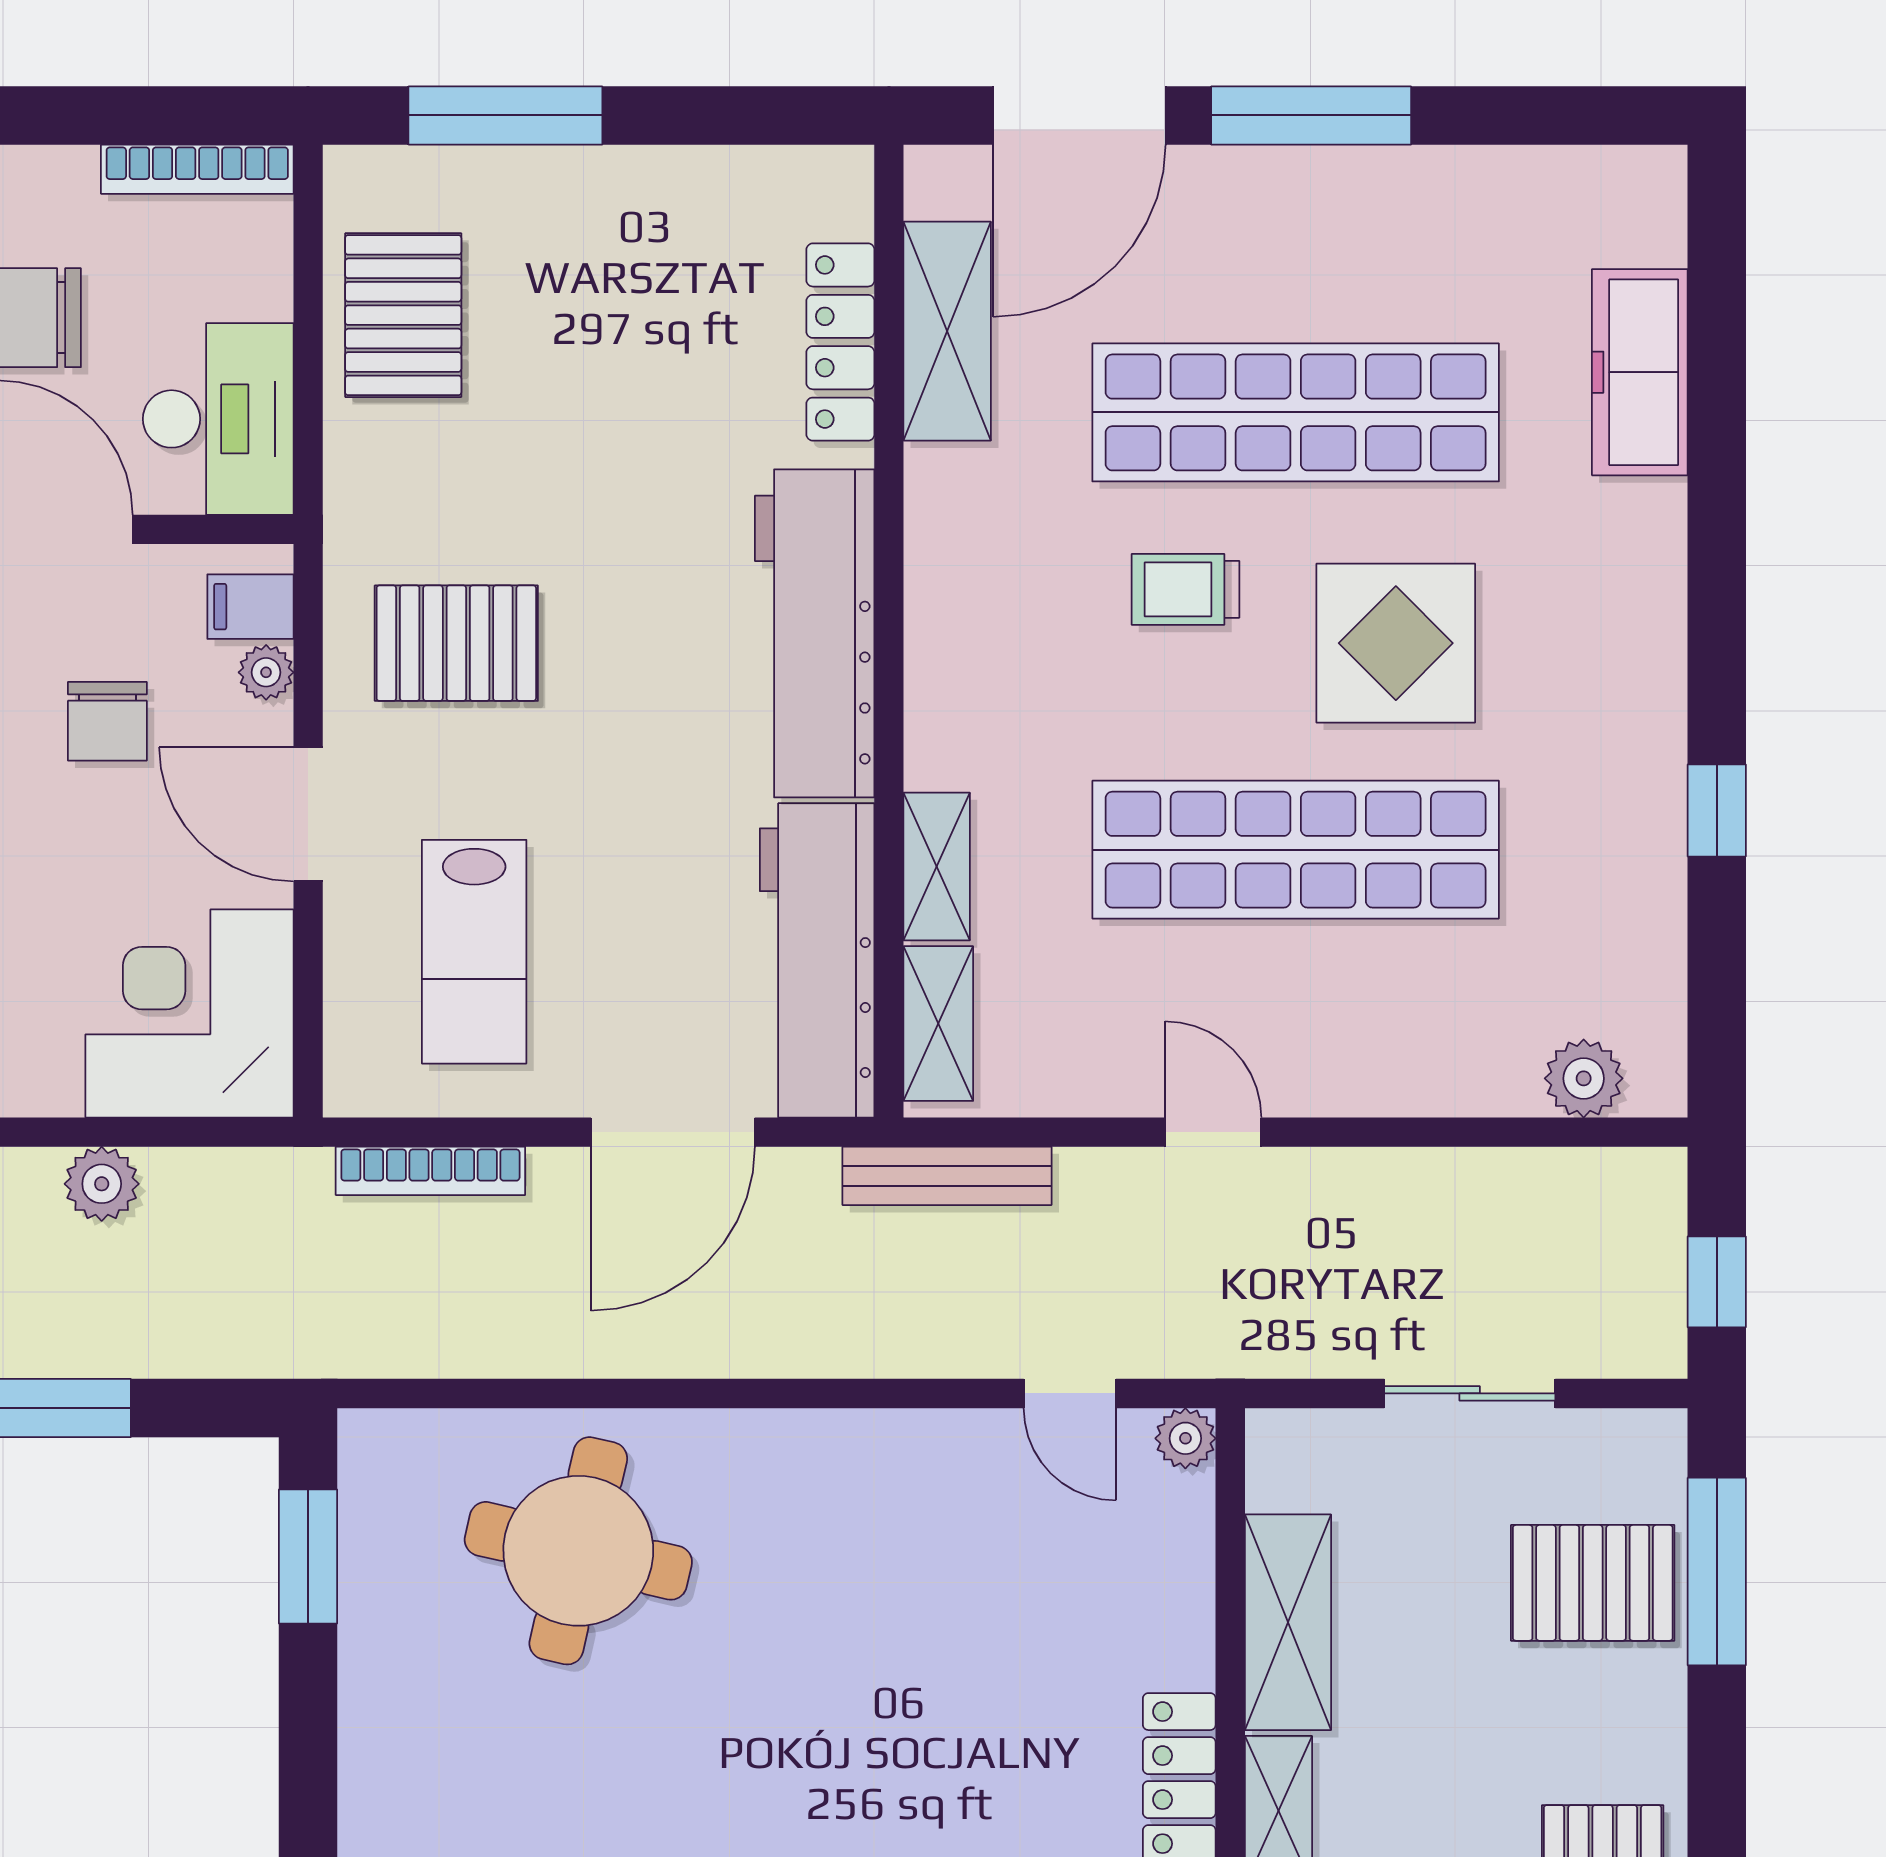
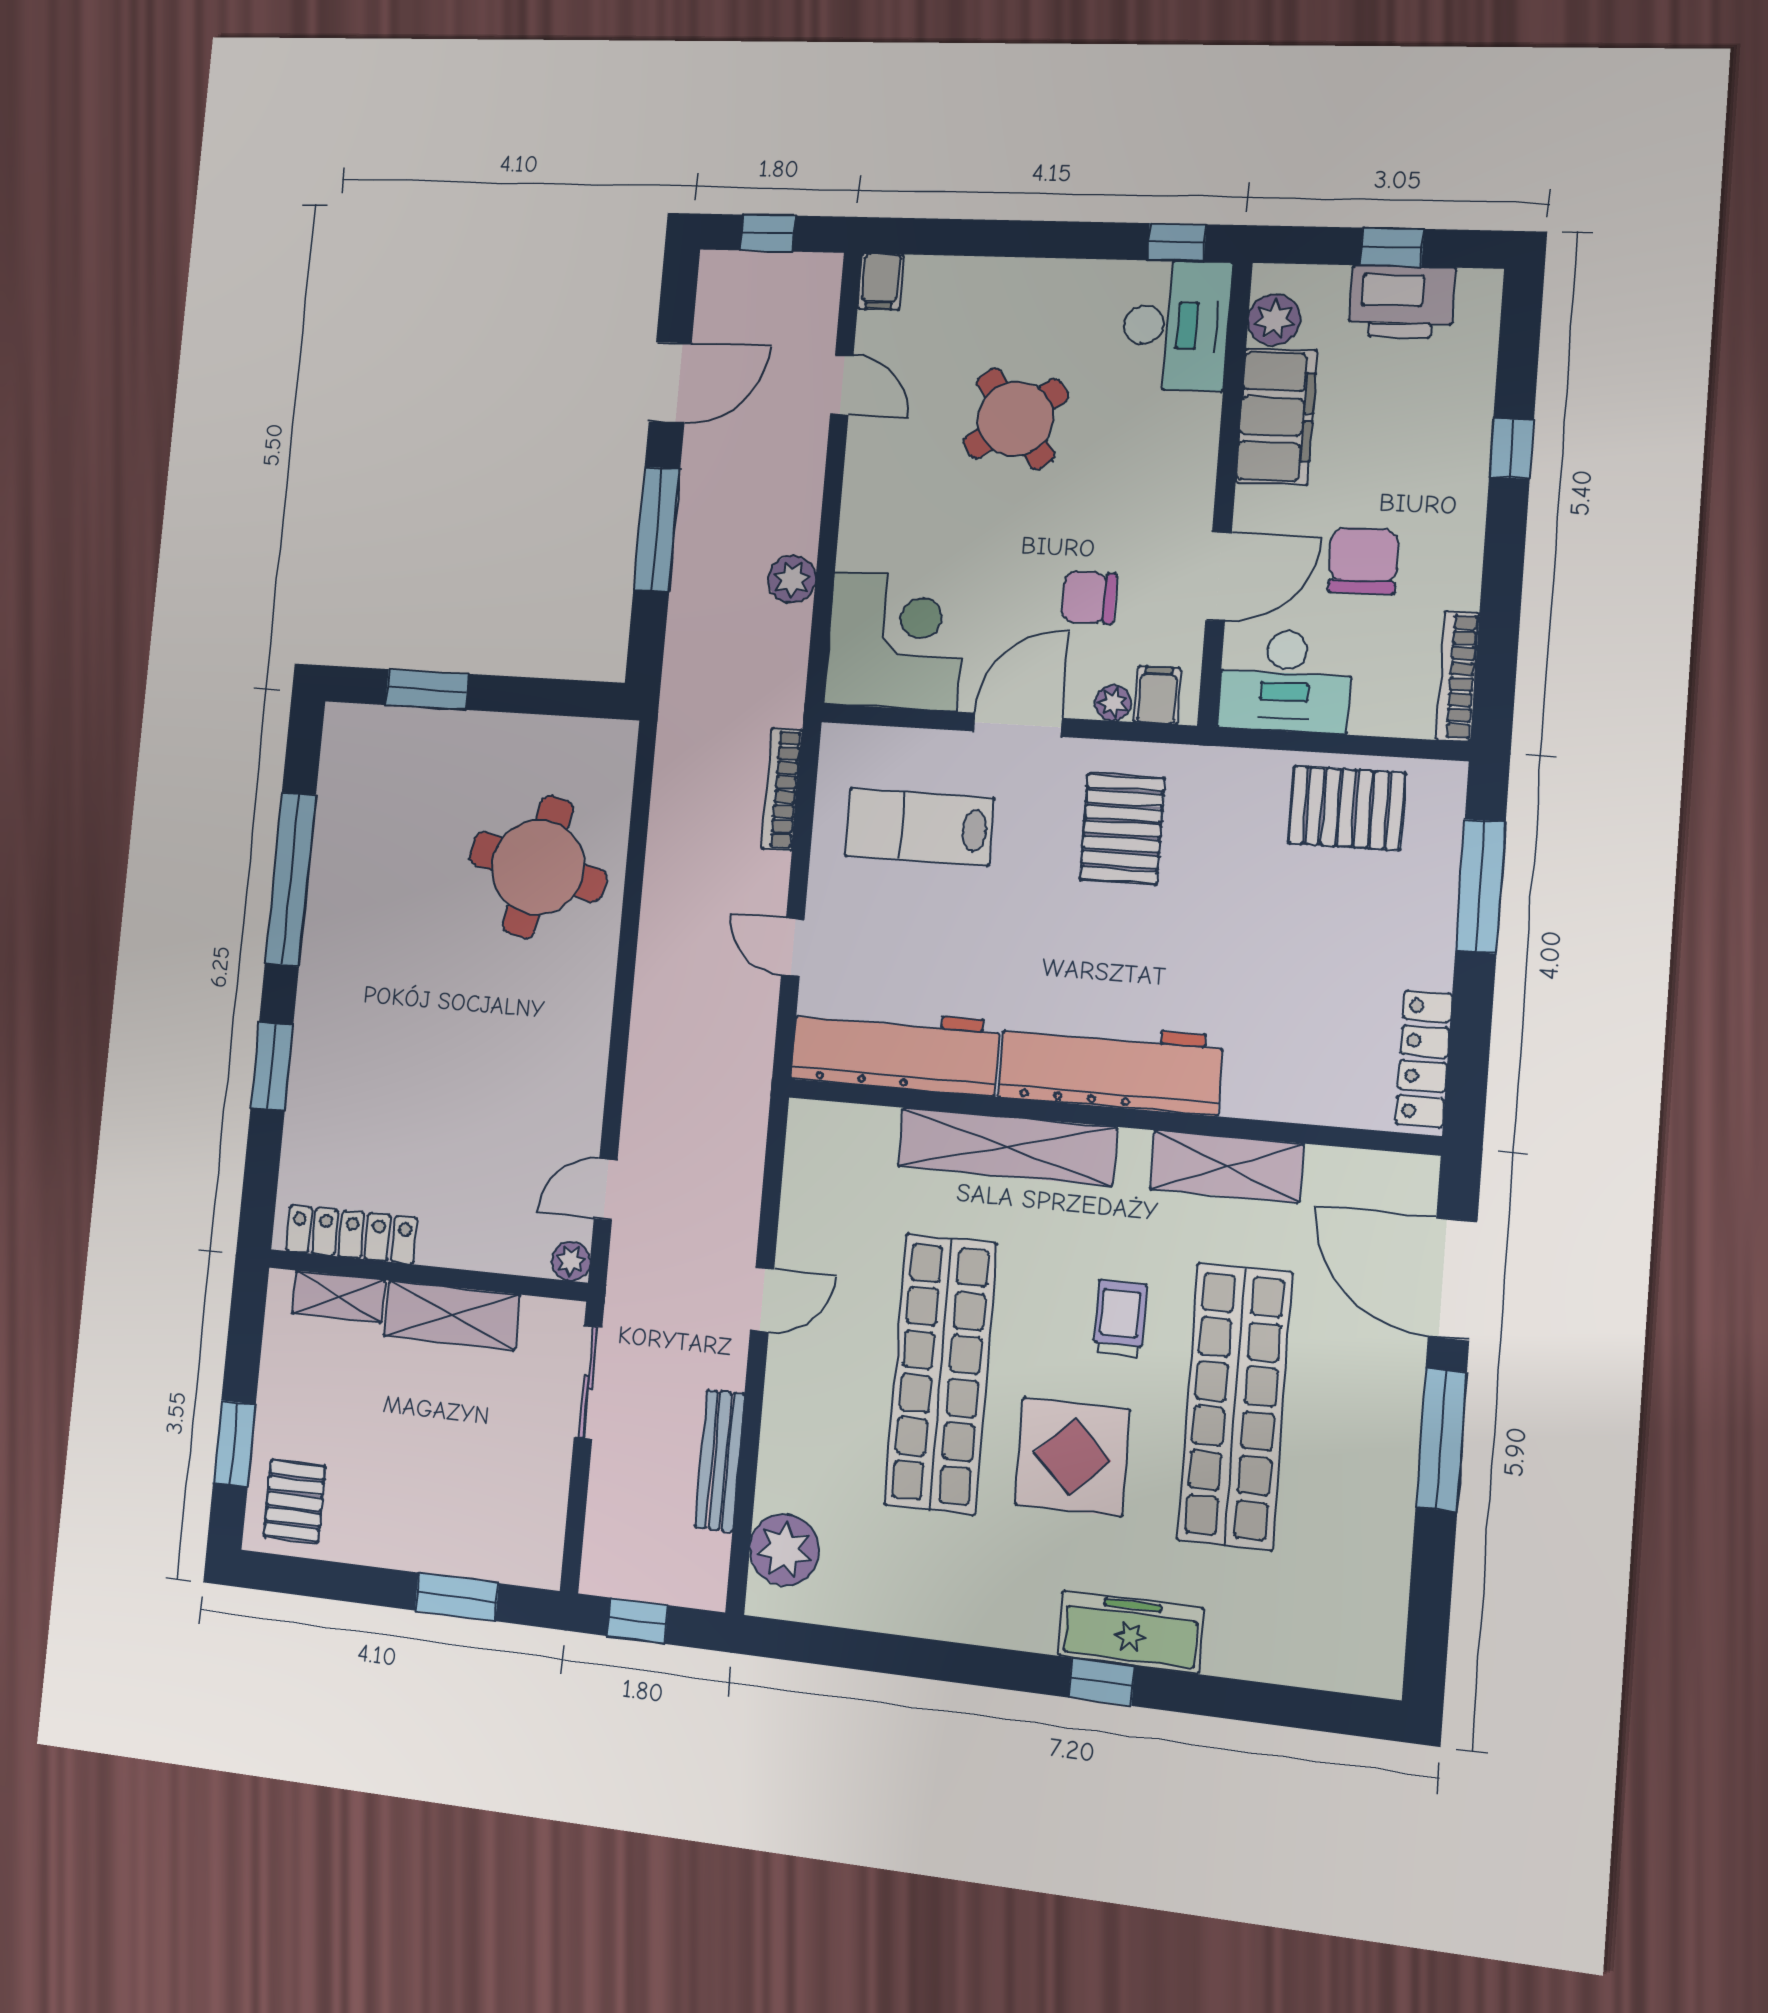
shelving: (947, 331) -> (1226, 1167), moved
locker: (840, 342) -> (1424, 1059), moved, turned -90
freezer: (1640, 372) -> (1131, 1632), moved
window: (1717, 810) -> (1102, 1682), moved
shelving: (937, 867) -> (1007, 1147), width x2.20, depth x1.33
shelving: (938, 1024) -> (847, 1126), removed
plant: (1584, 1078) -> (784, 1550), width x1.36, depth x1.36
door: (673, 1132) -> (793, 947), width x0.53
bench: (947, 1176) -> (720, 1461), moved
sliding door: (1470, 1393) -> (588, 1382), moved
window: (308, 1557) -> (427, 689), moved
window: (1717, 1572) -> (457, 1597), width x0.69
pallet: (1593, 1583) -> (457, 1515), removed

